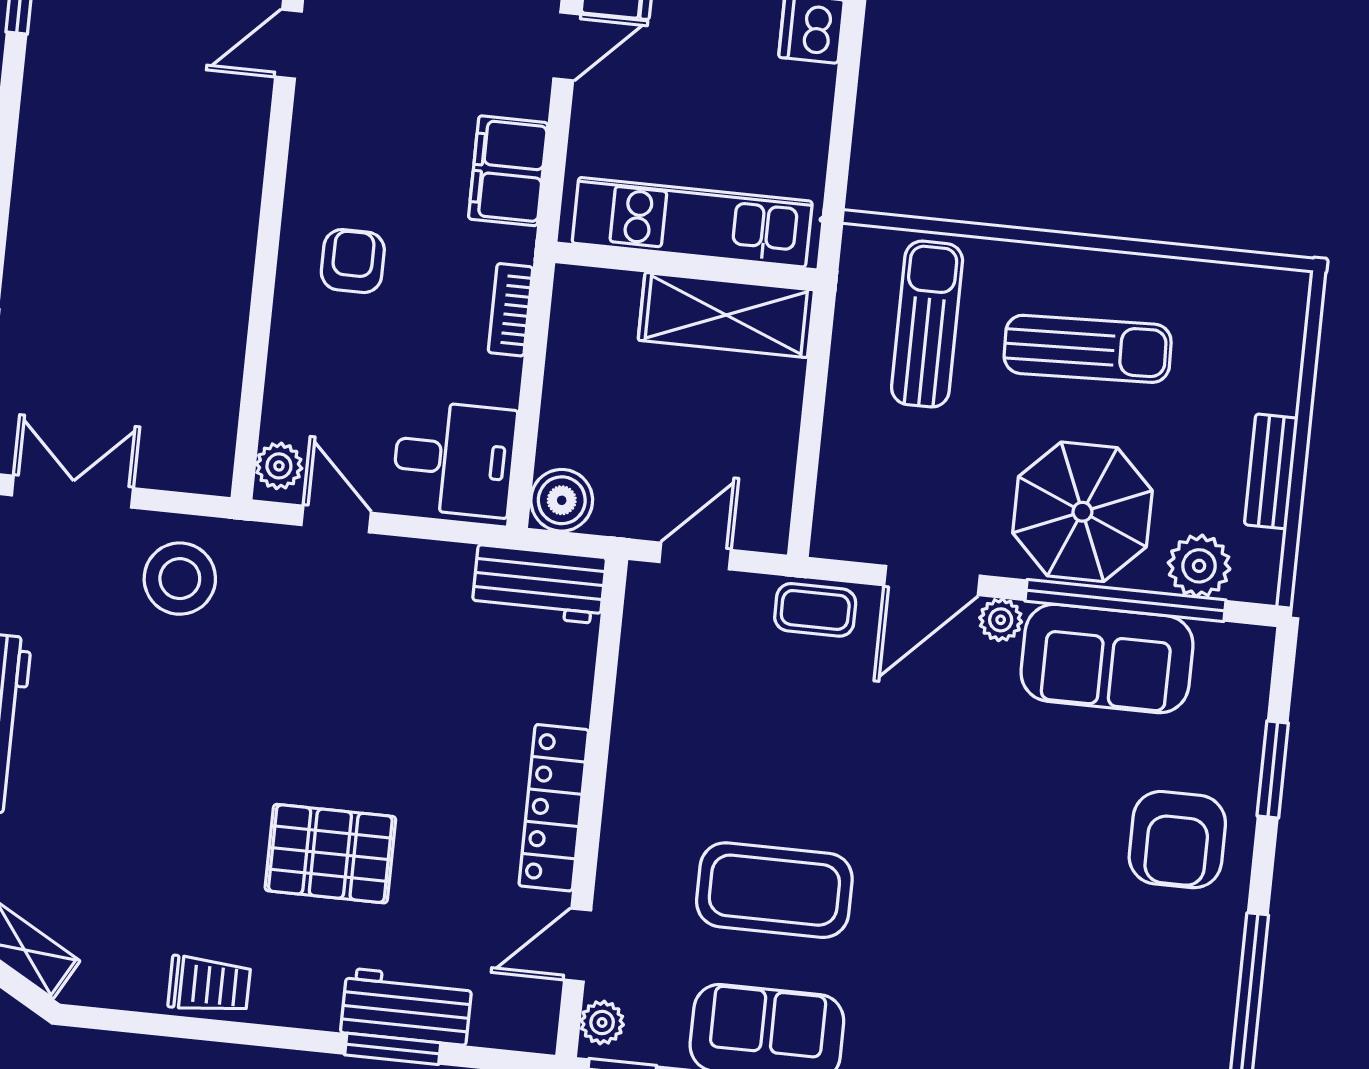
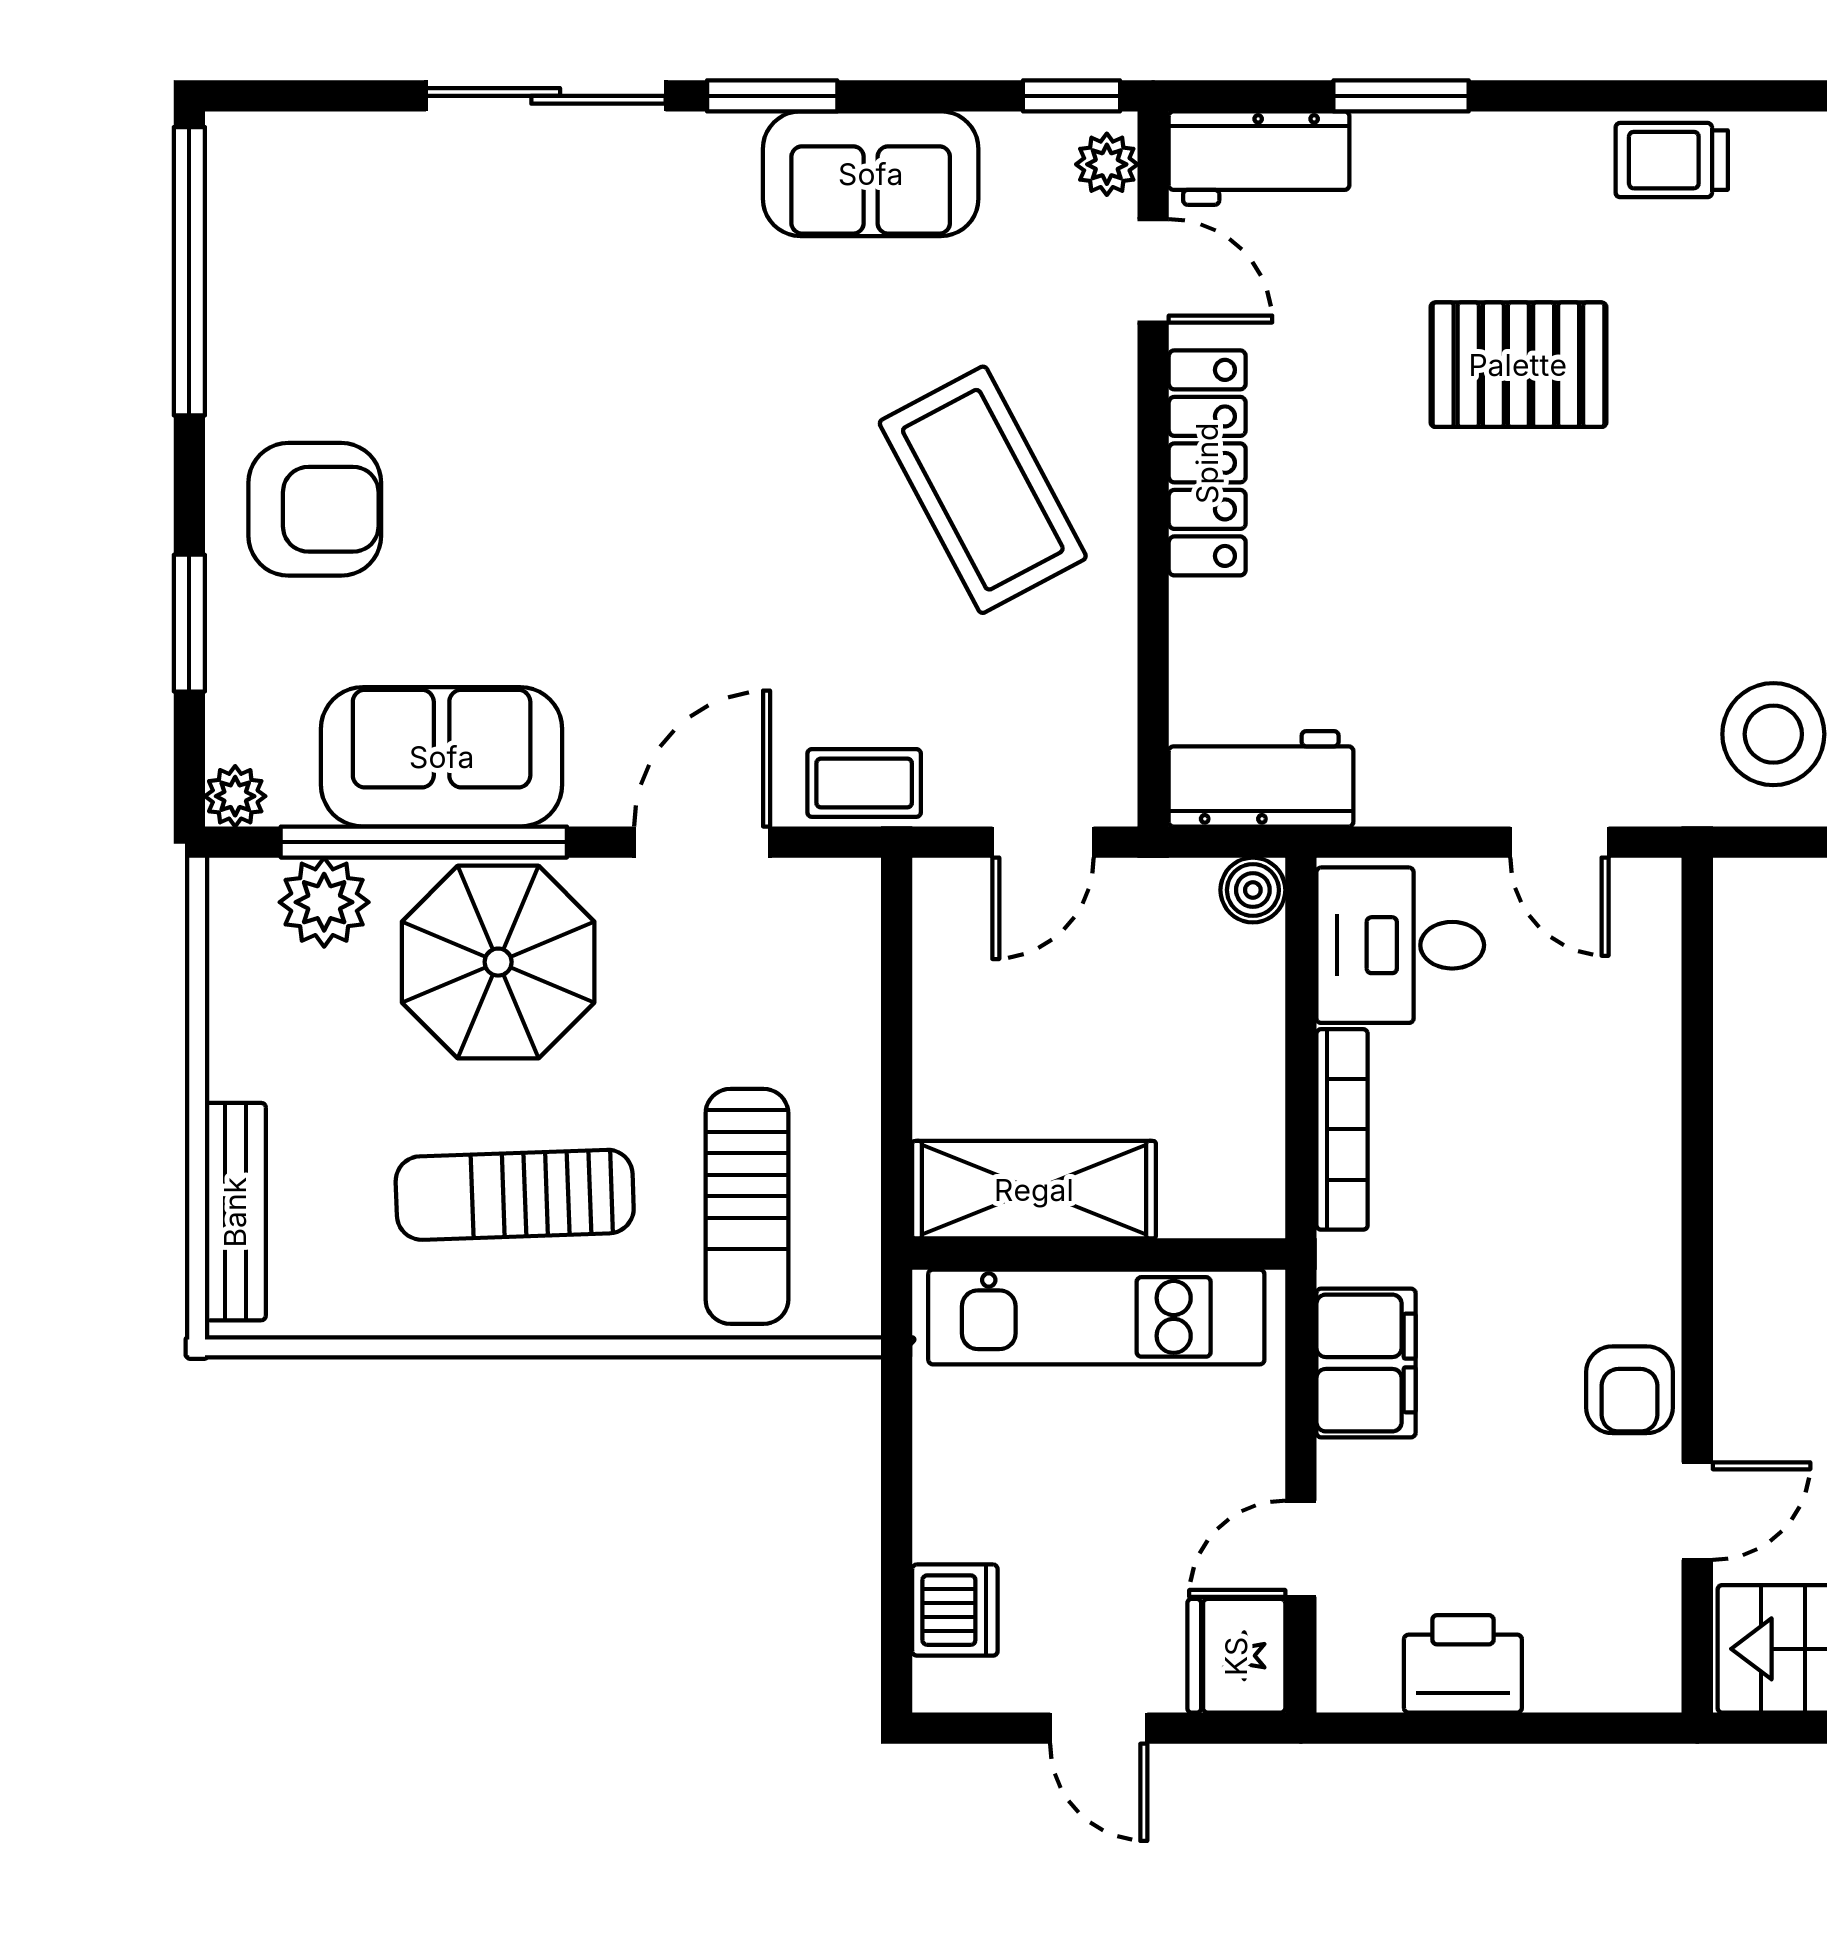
armchair: (353, 261) -> (1629, 1390), moved
bookcase: (510, 310) -> (1342, 1129), width x1.56
plant: (279, 466) -> (1649, 909), removed
bench: (1271, 471) -> (235, 1212), moved, width x1.36
boiler: (562, 500) -> (1253, 890), width x0.73, depth x0.73
plant: (1001, 620) -> (235, 796), moved
armchair: (1177, 840) -> (315, 509), turned 90
coffee table: (774, 890) -> (983, 490), moved, turned 62
door: (578, 945) -> (1153, 271), hinge flipped
workbench: (406, 1007) -> (1259, 158), moved

